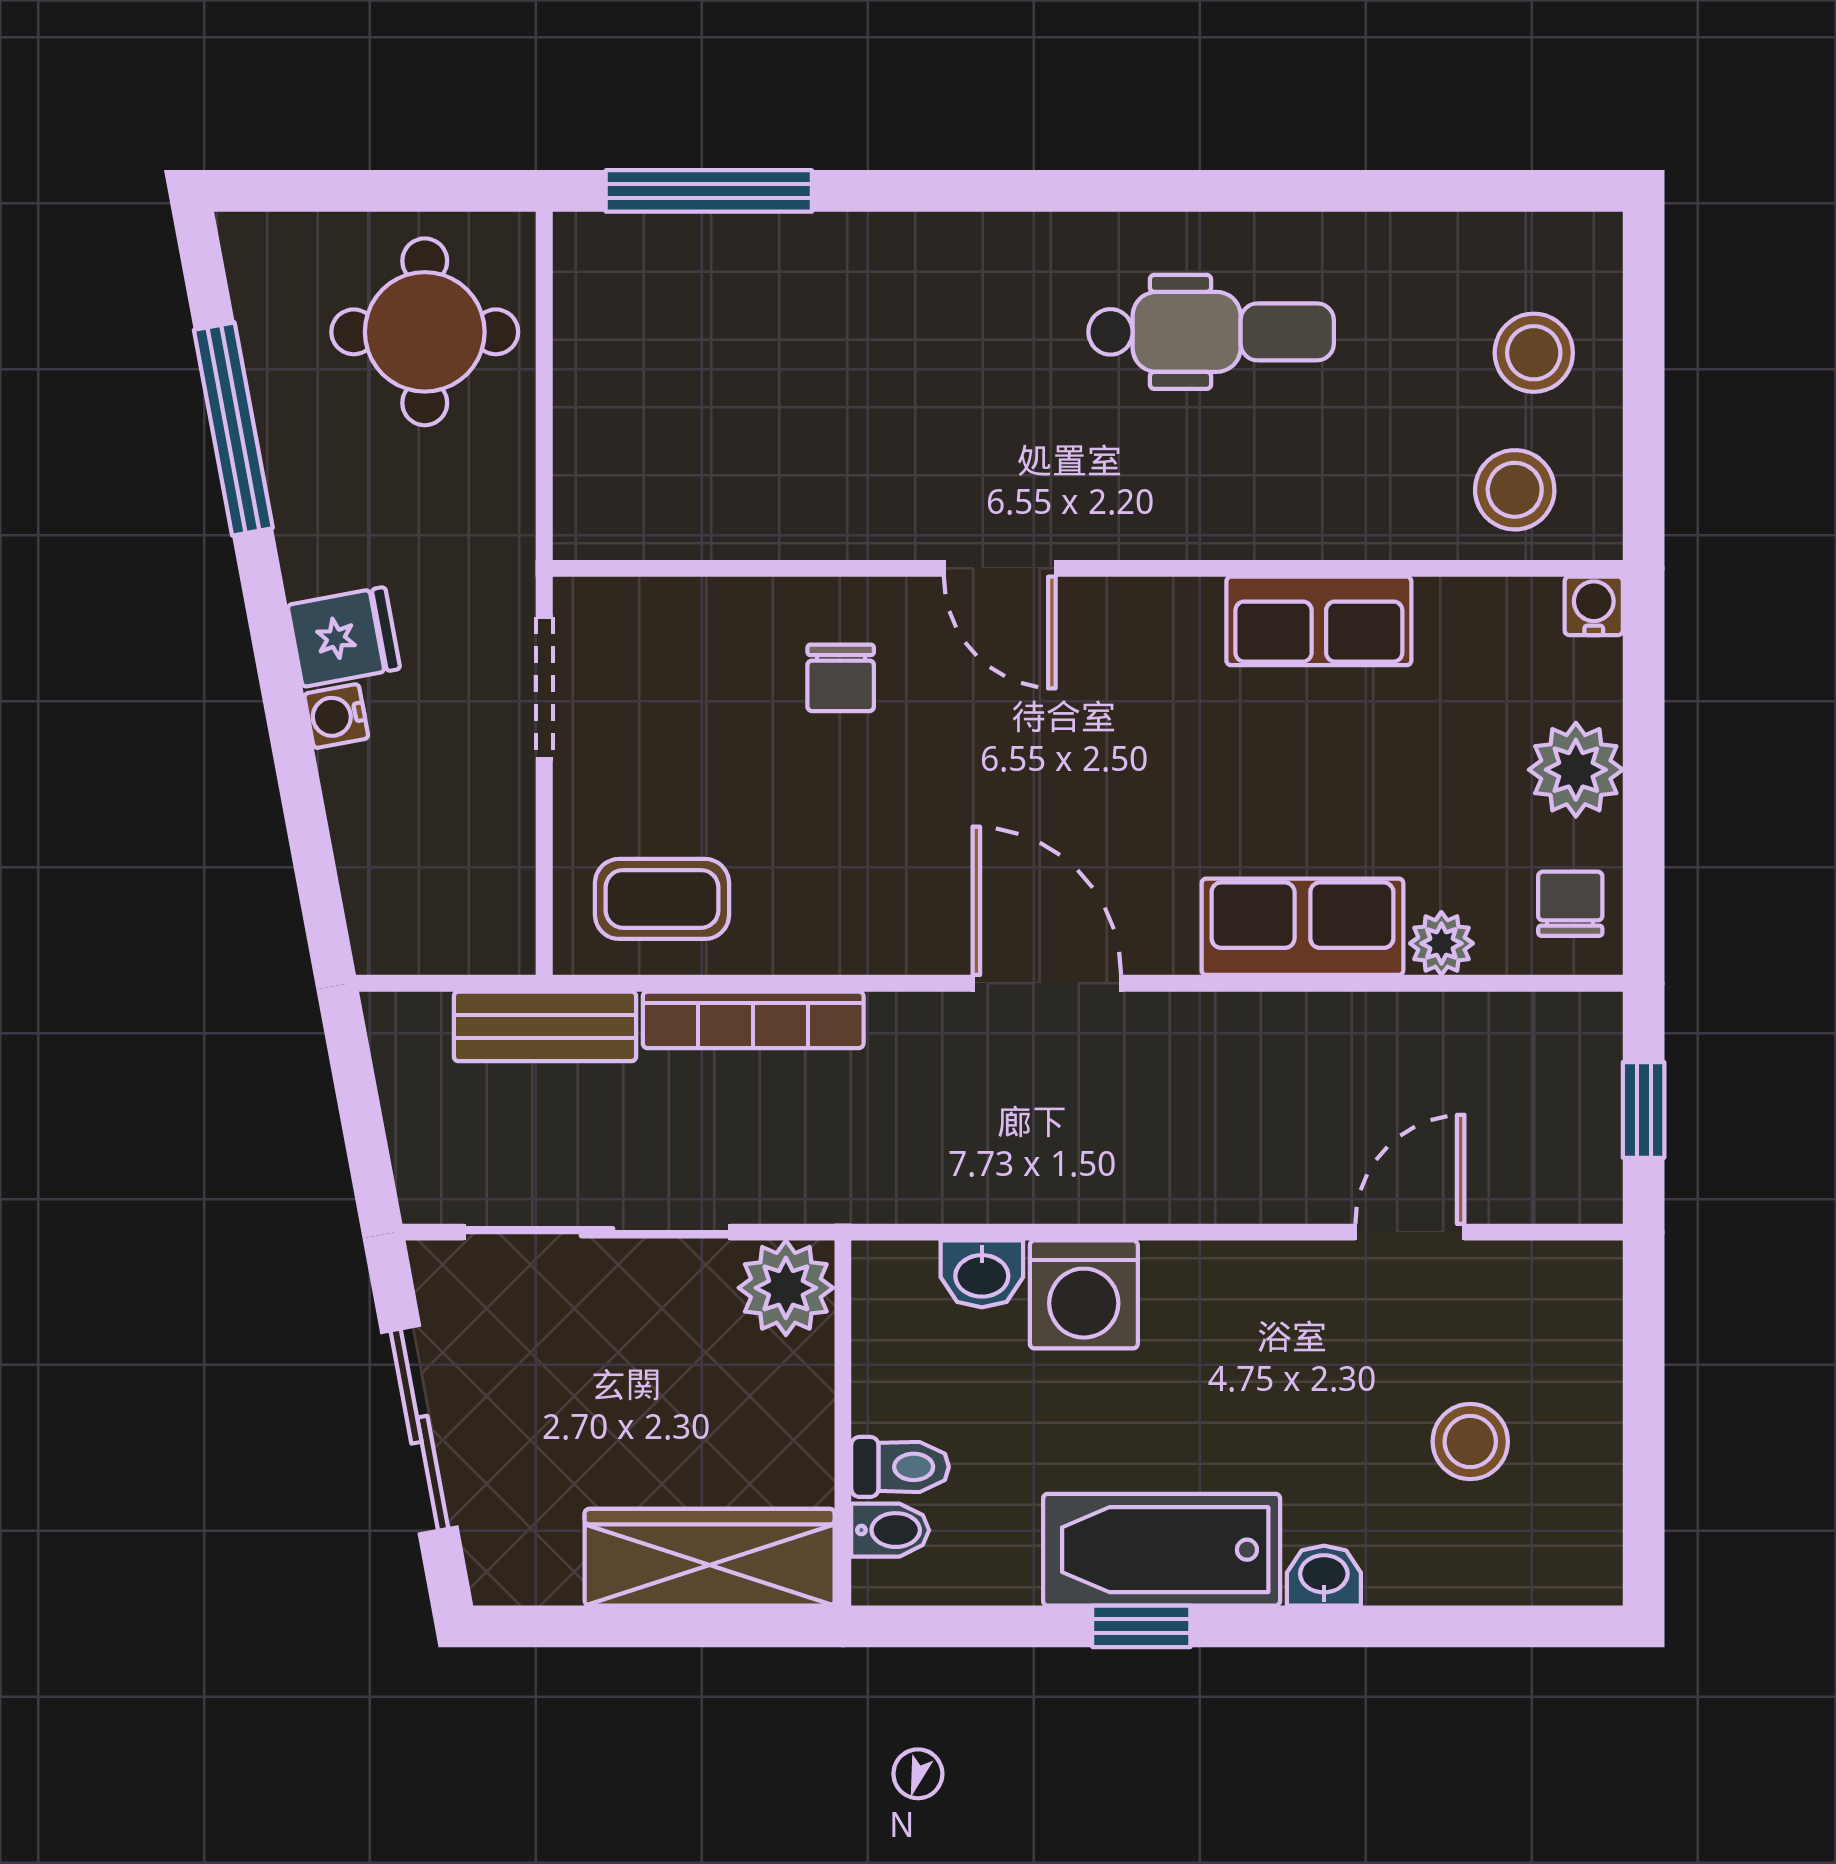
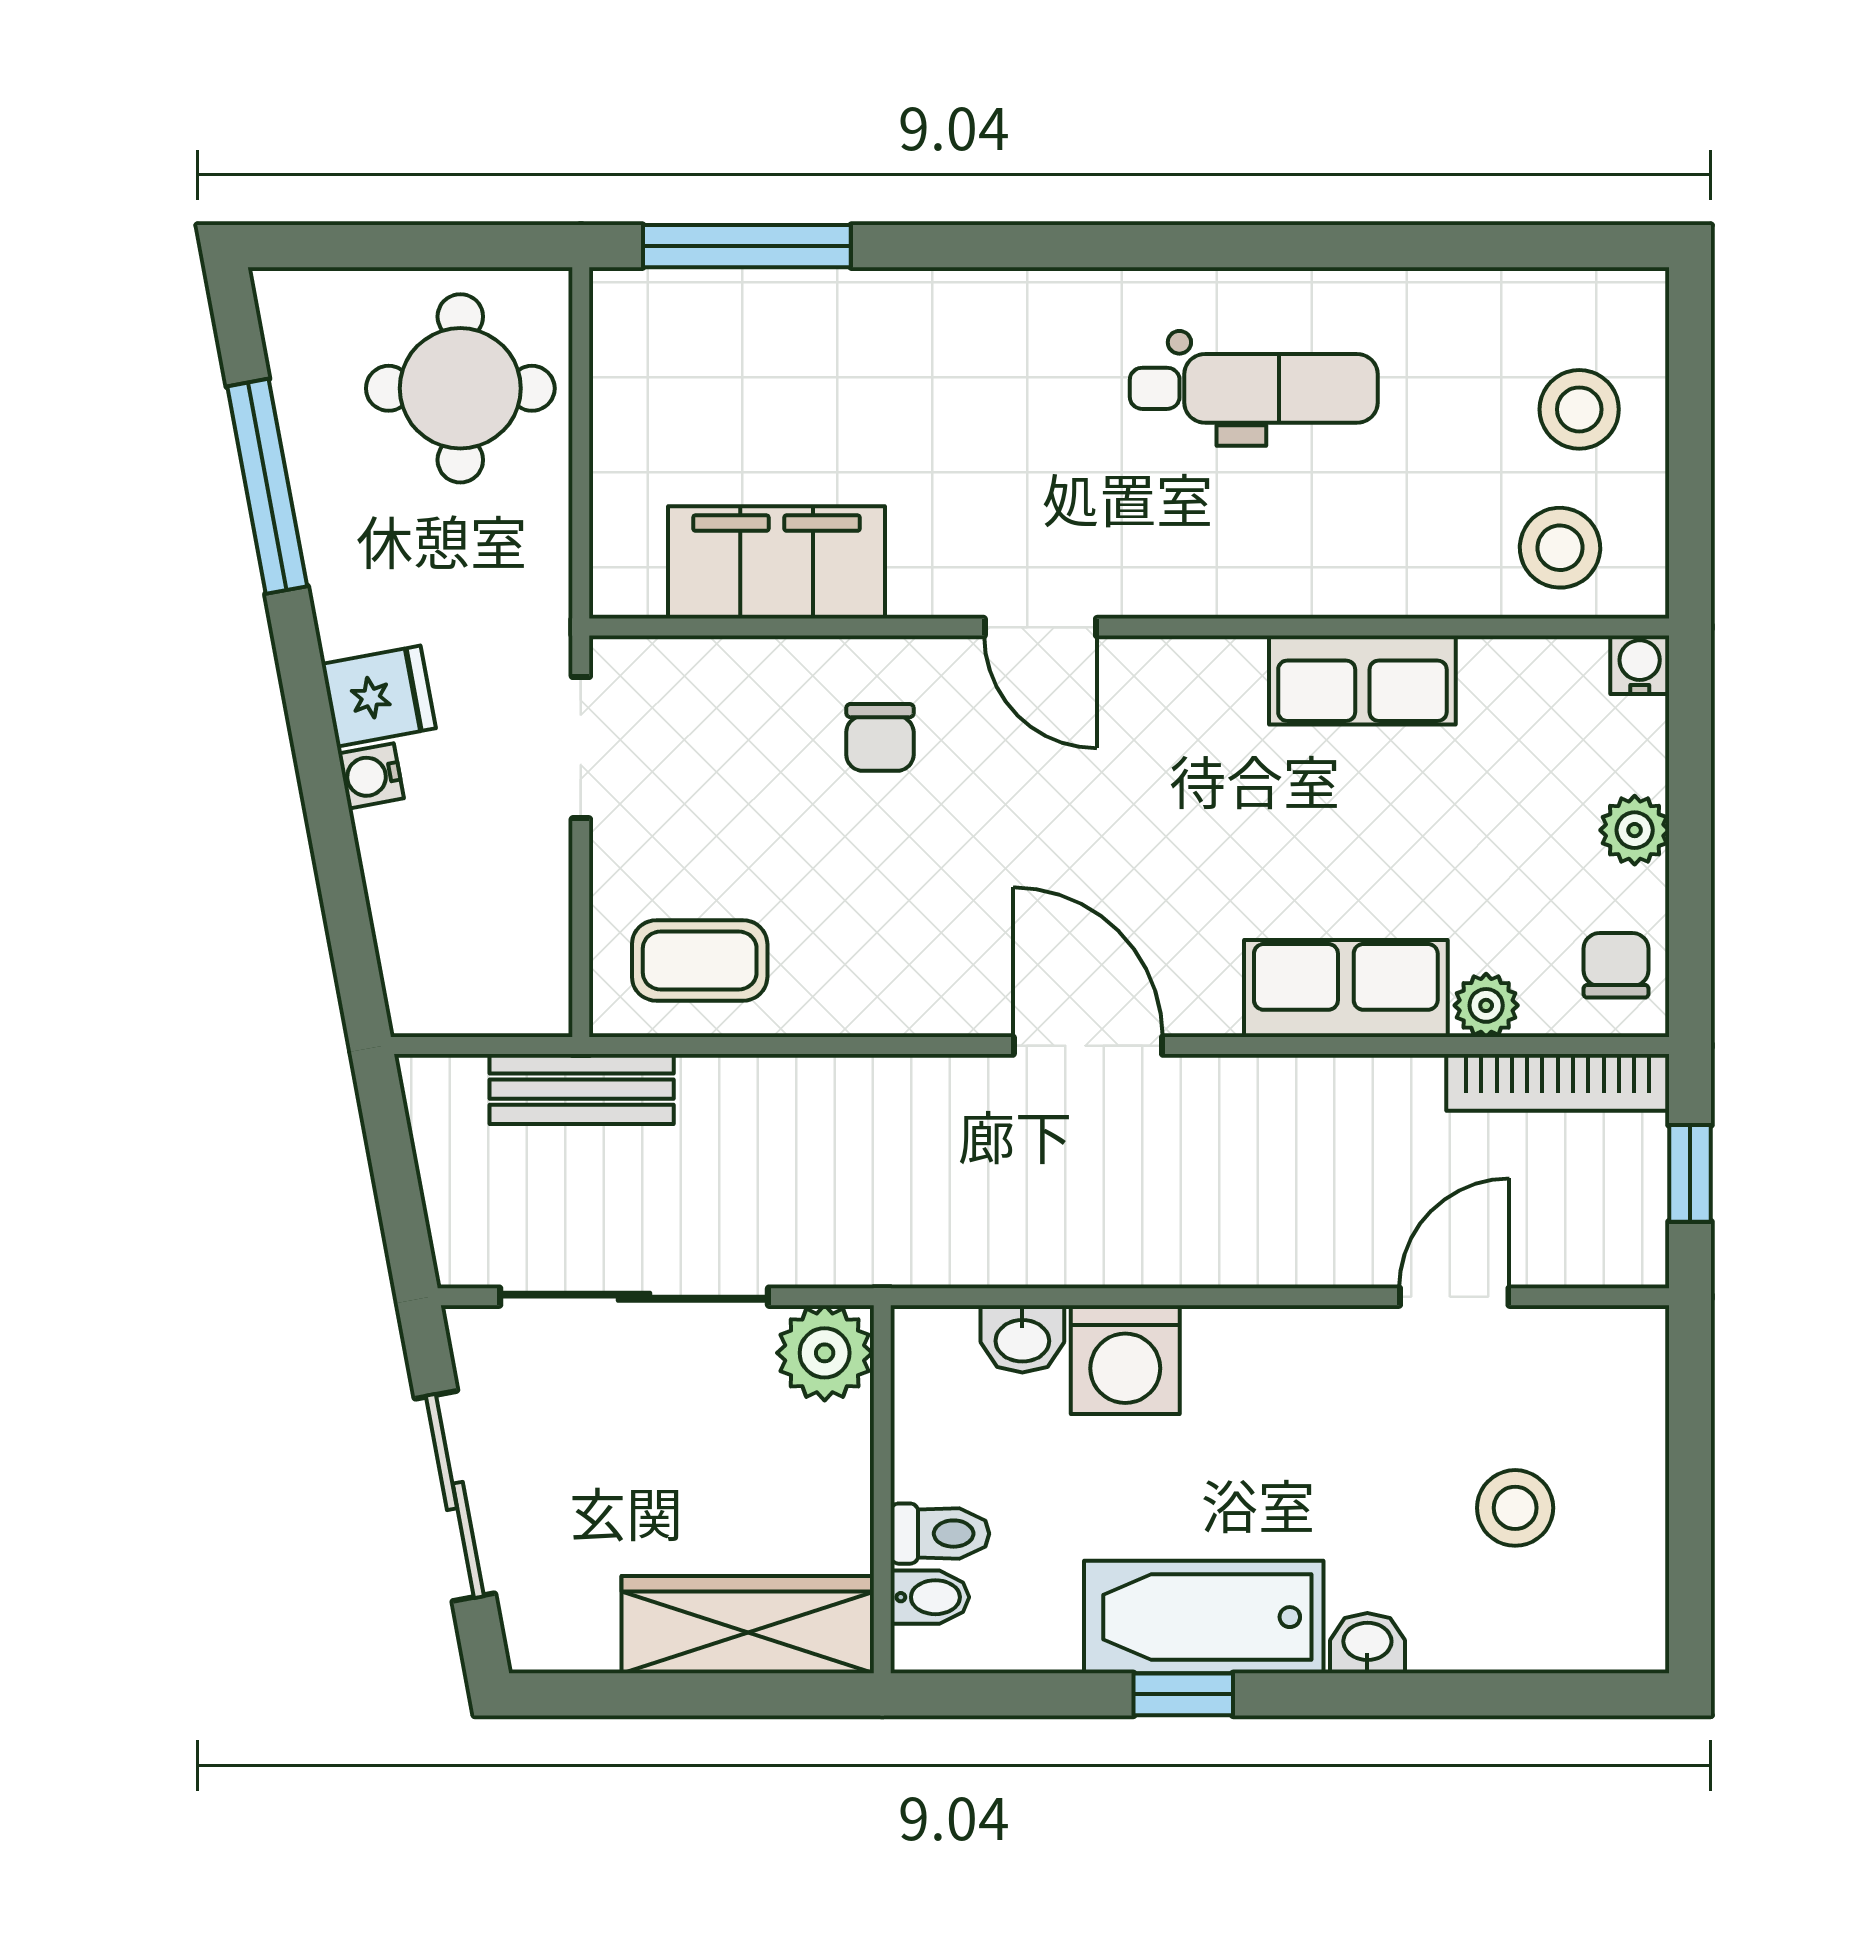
filing cabinet: (738, 504) -> (776, 562), added
plant: (1576, 770) -> (1635, 830), width x0.73, depth x0.73
bookcase: (753, 1020) -> (1558, 1082), moved

